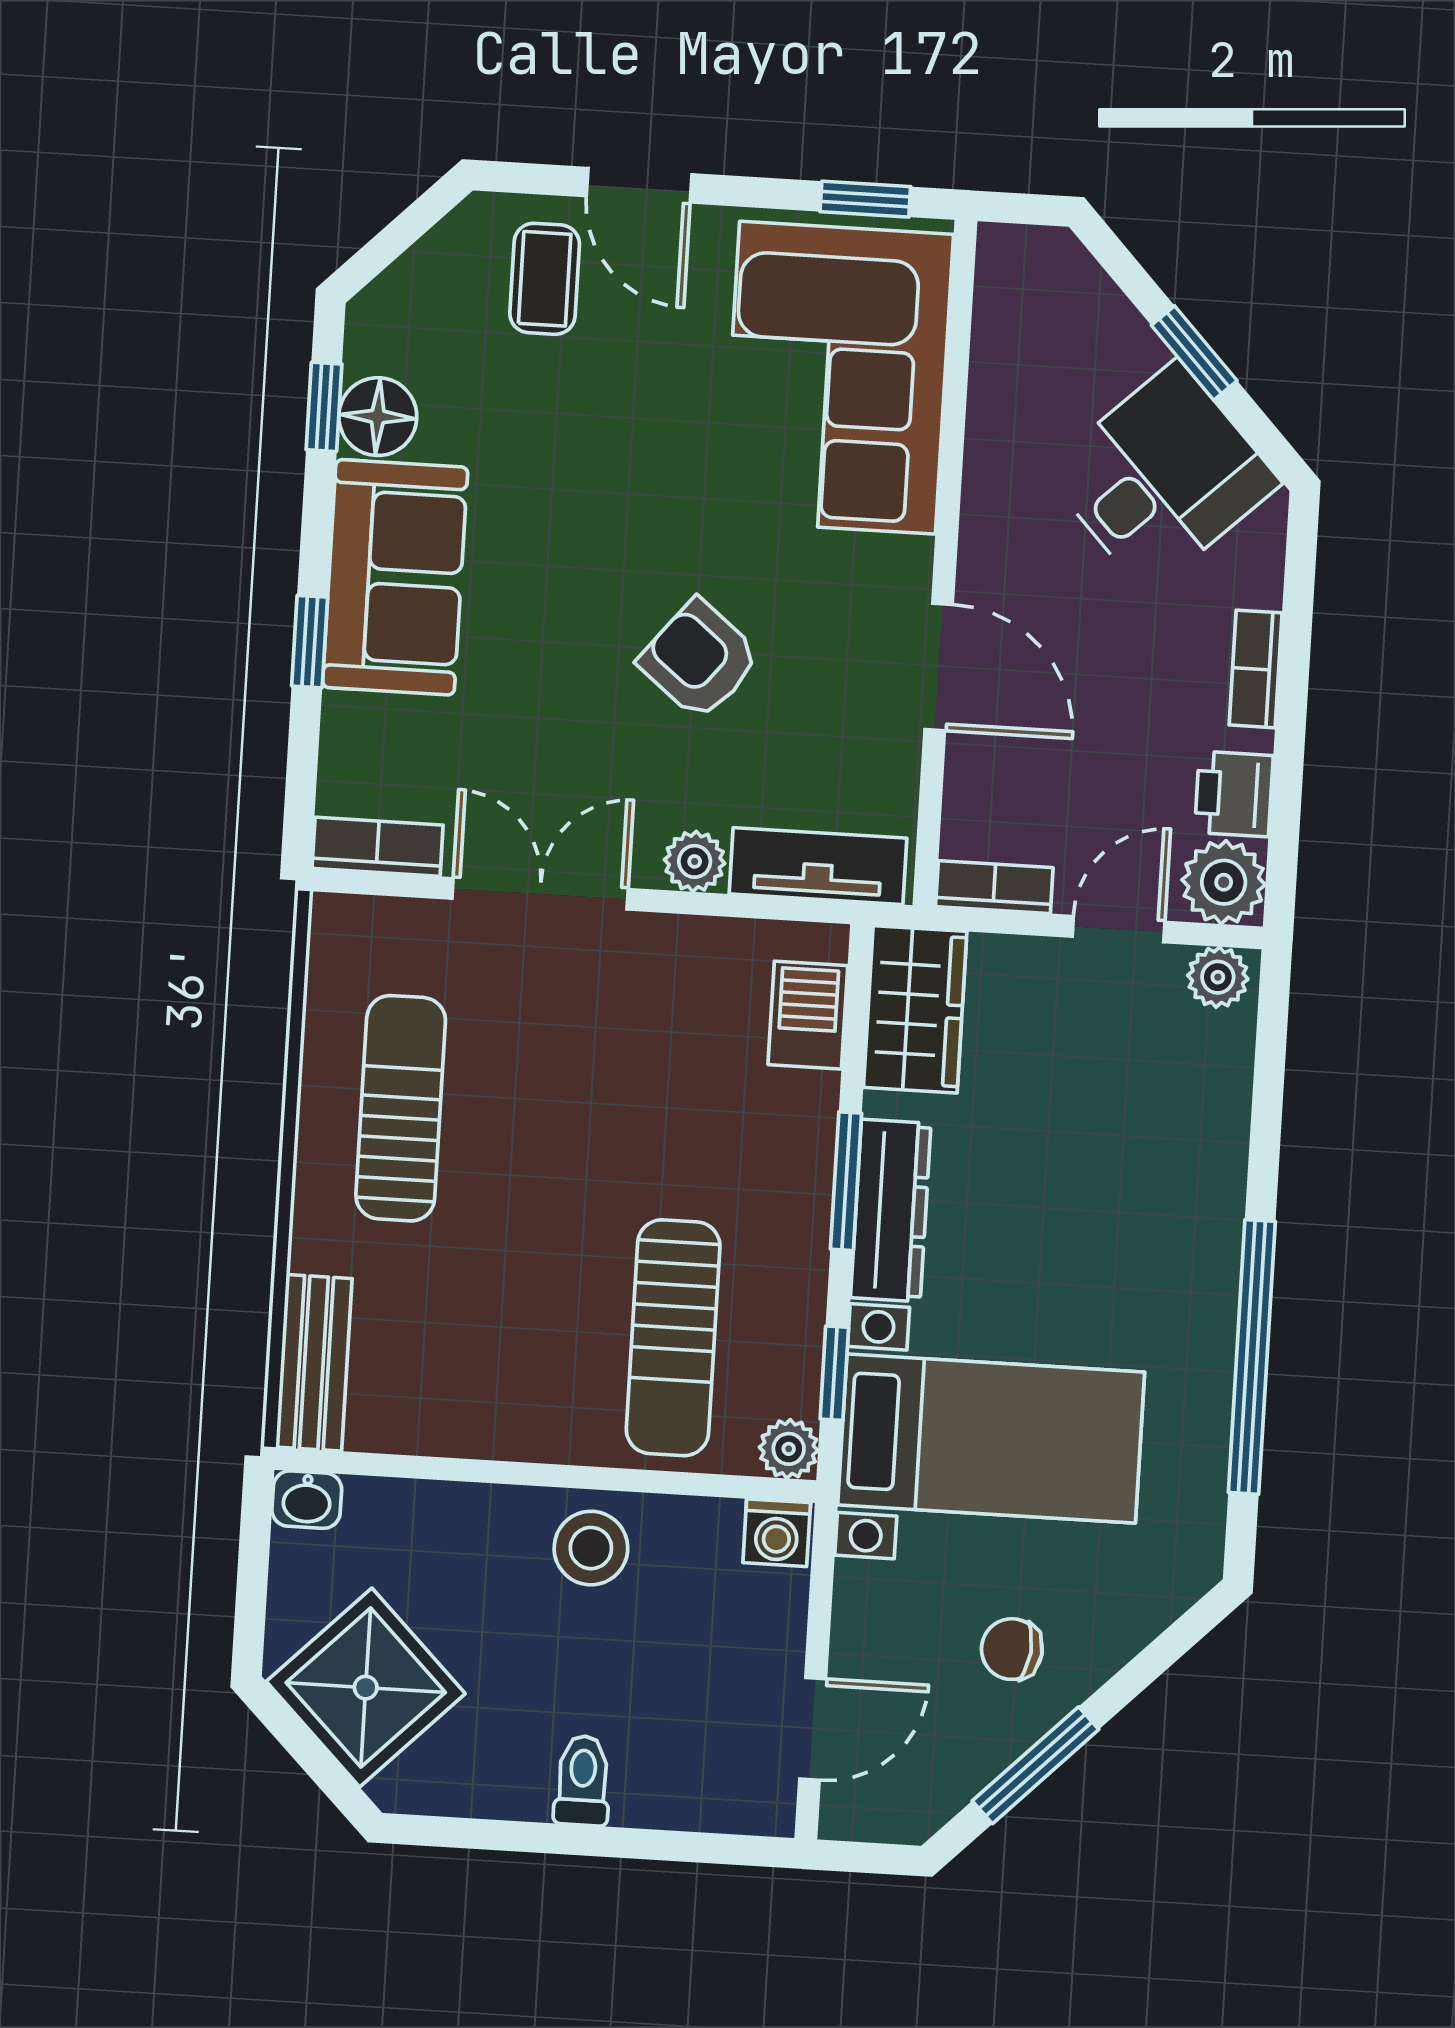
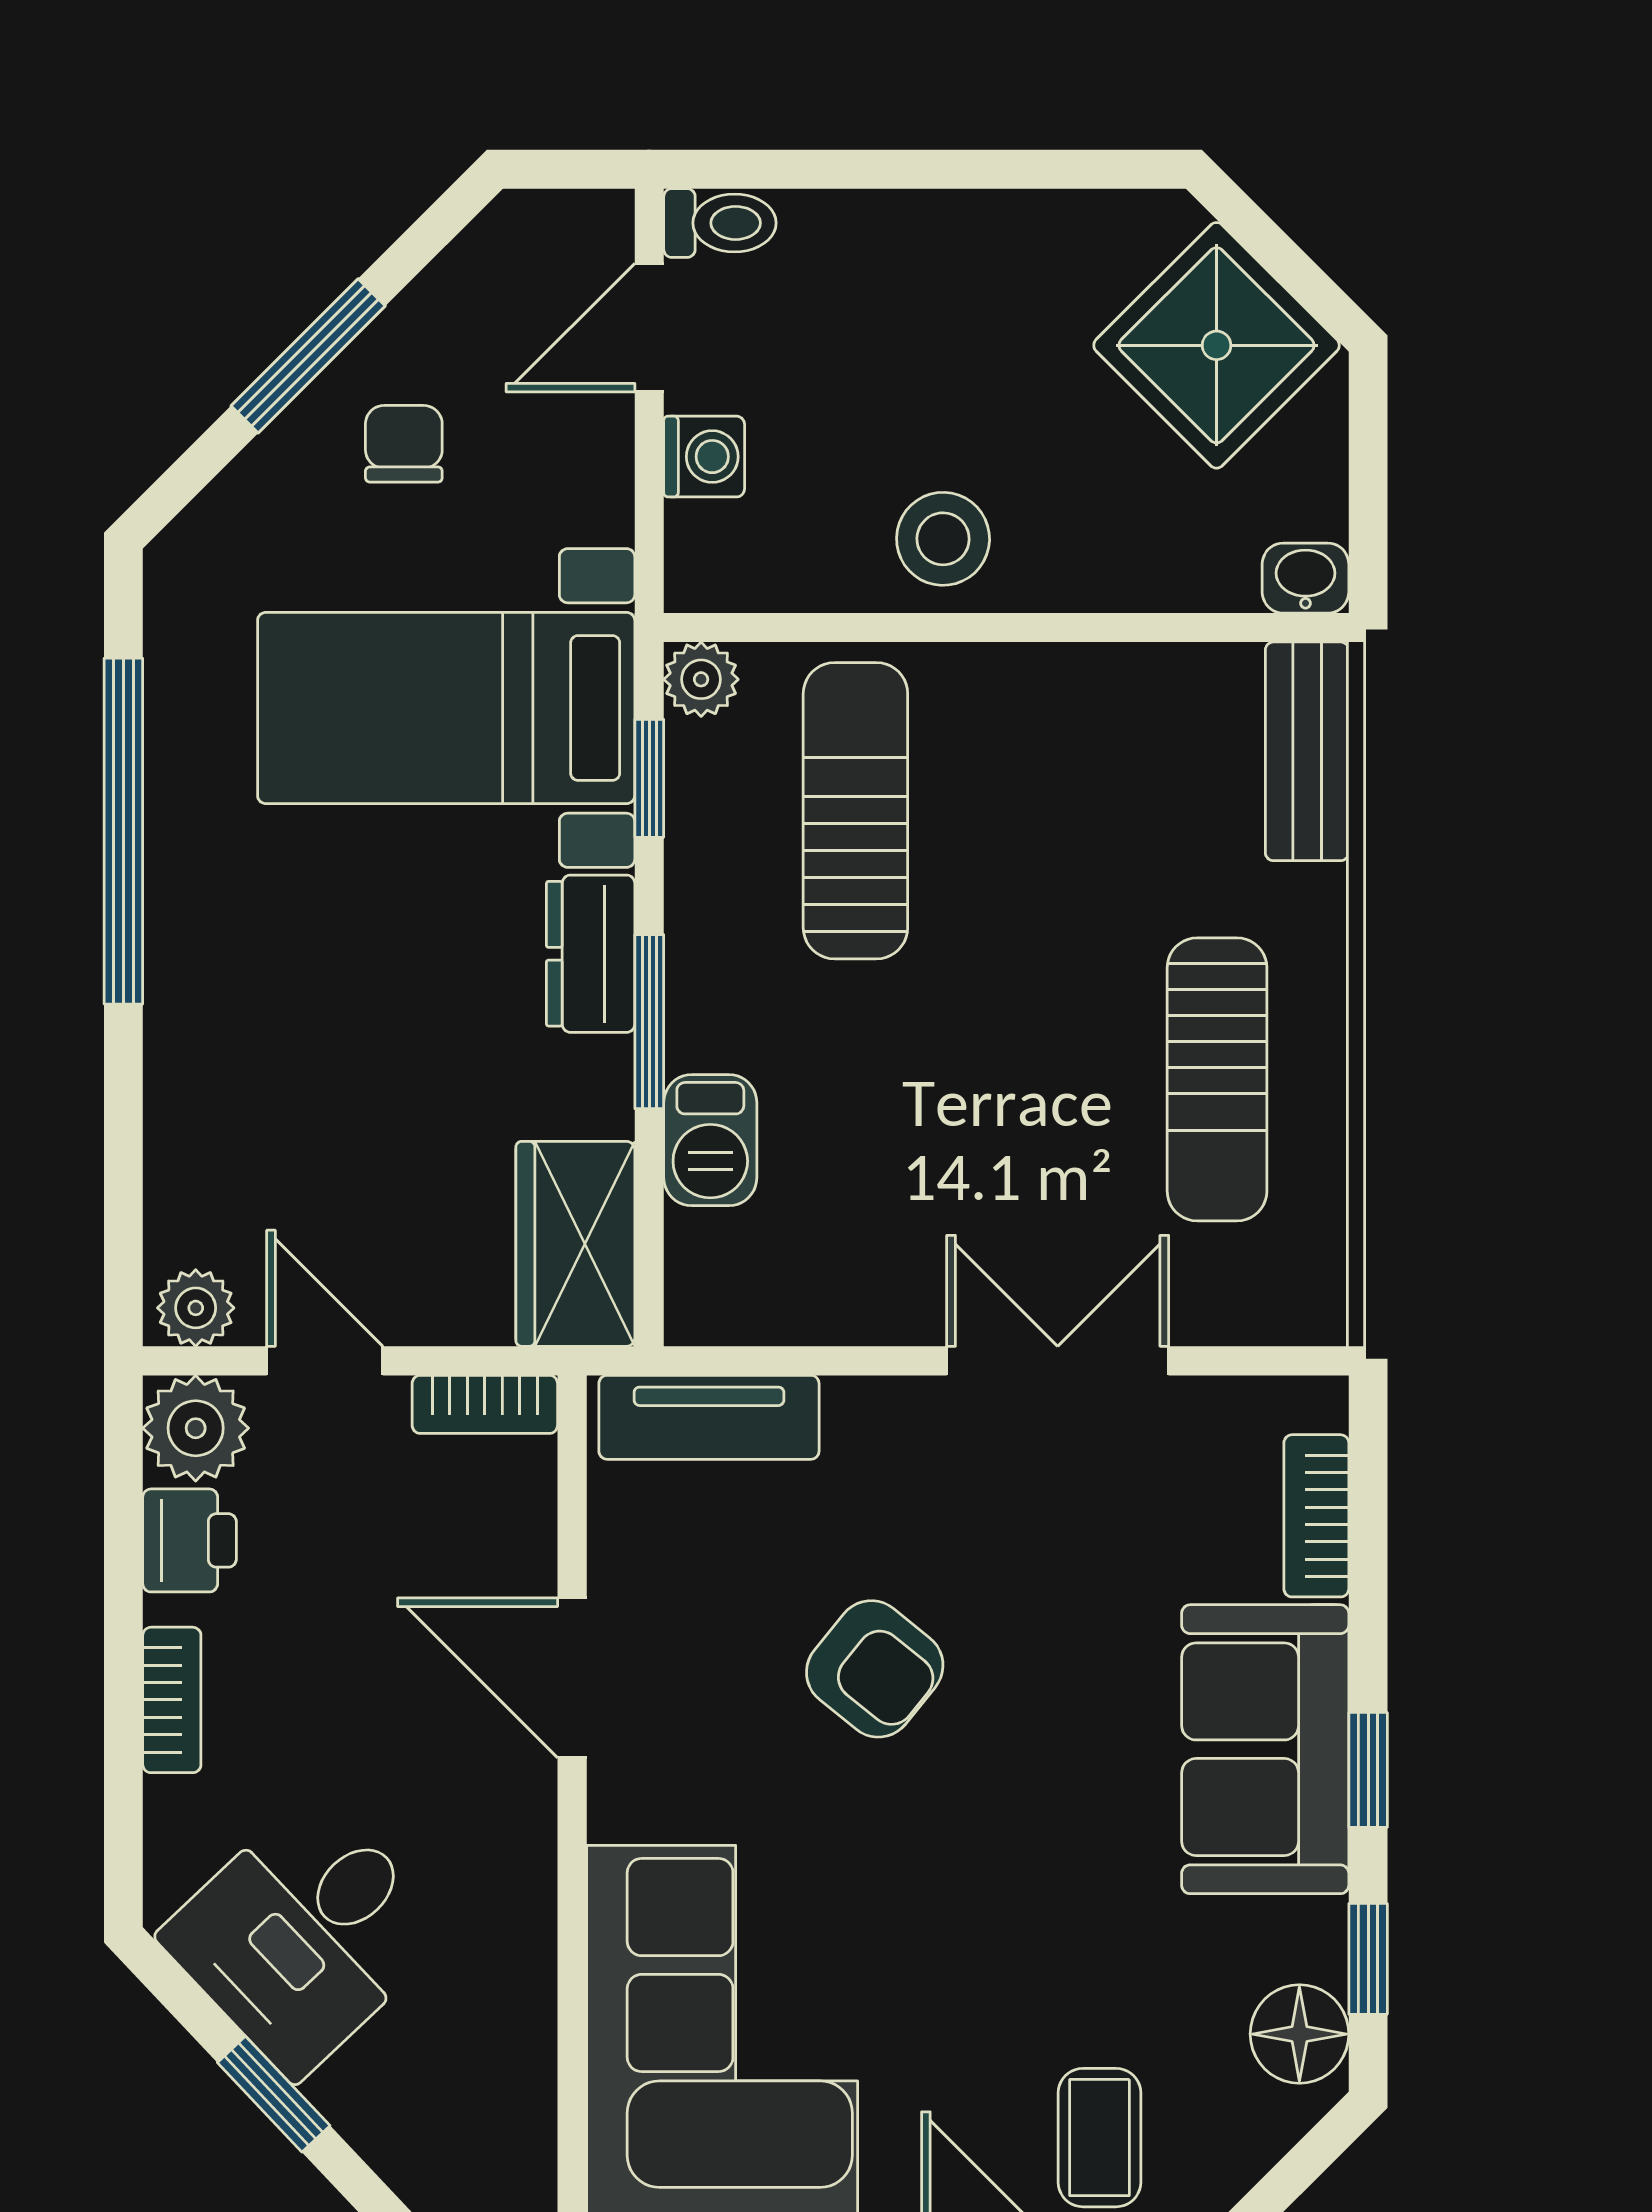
floor lamp: (378, 417) -> (1299, 2034), moved
window: (310, 642) -> (1368, 1770), moved
bookcase: (378, 847) -> (1316, 1516), moved, turned 90
plant: (695, 861) -> (865, 1414), removed
double door: (540, 894) -> (1058, 1361), swing flipped
door: (1119, 929) -> (325, 1361), swing flipped
barbecue: (808, 1015) -> (710, 1140), moved
dresser: (891, 1210) -> (591, 954), width x0.70
washing machine: (777, 1533) -> (704, 457), moved, turned 90
chair: (1012, 1649) -> (404, 444), turned -96
window: (1036, 1765) -> (308, 356), moved
toilet: (583, 1781) -> (720, 223), moved, turned -90

